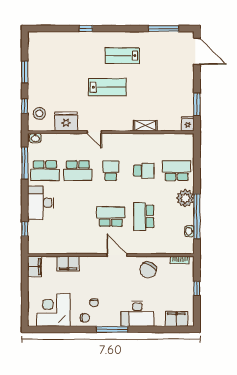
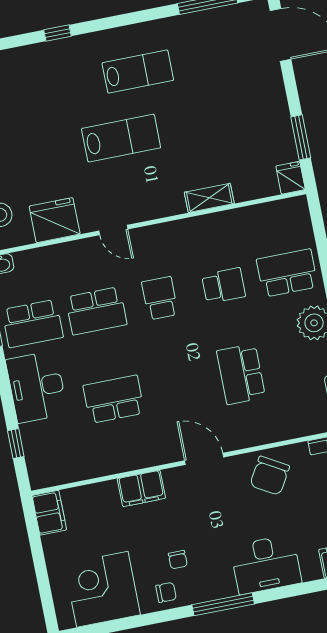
lab bench: (122, 56) -> (138, 72), turned 180
school desk: (111, 216) -> (114, 399), moved
filing cabinet: (68, 264) -> (141, 488), moved

